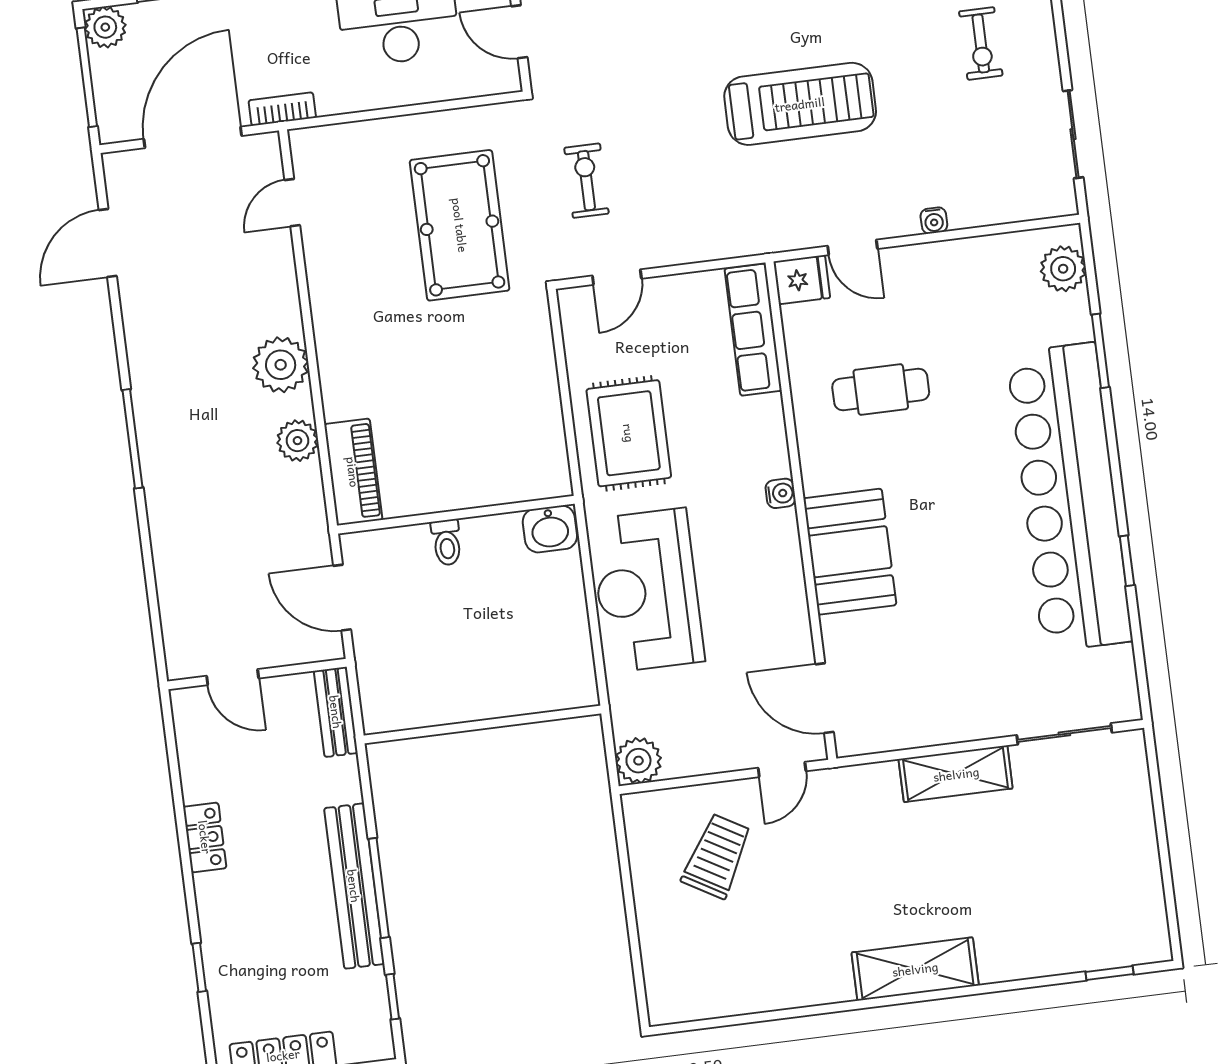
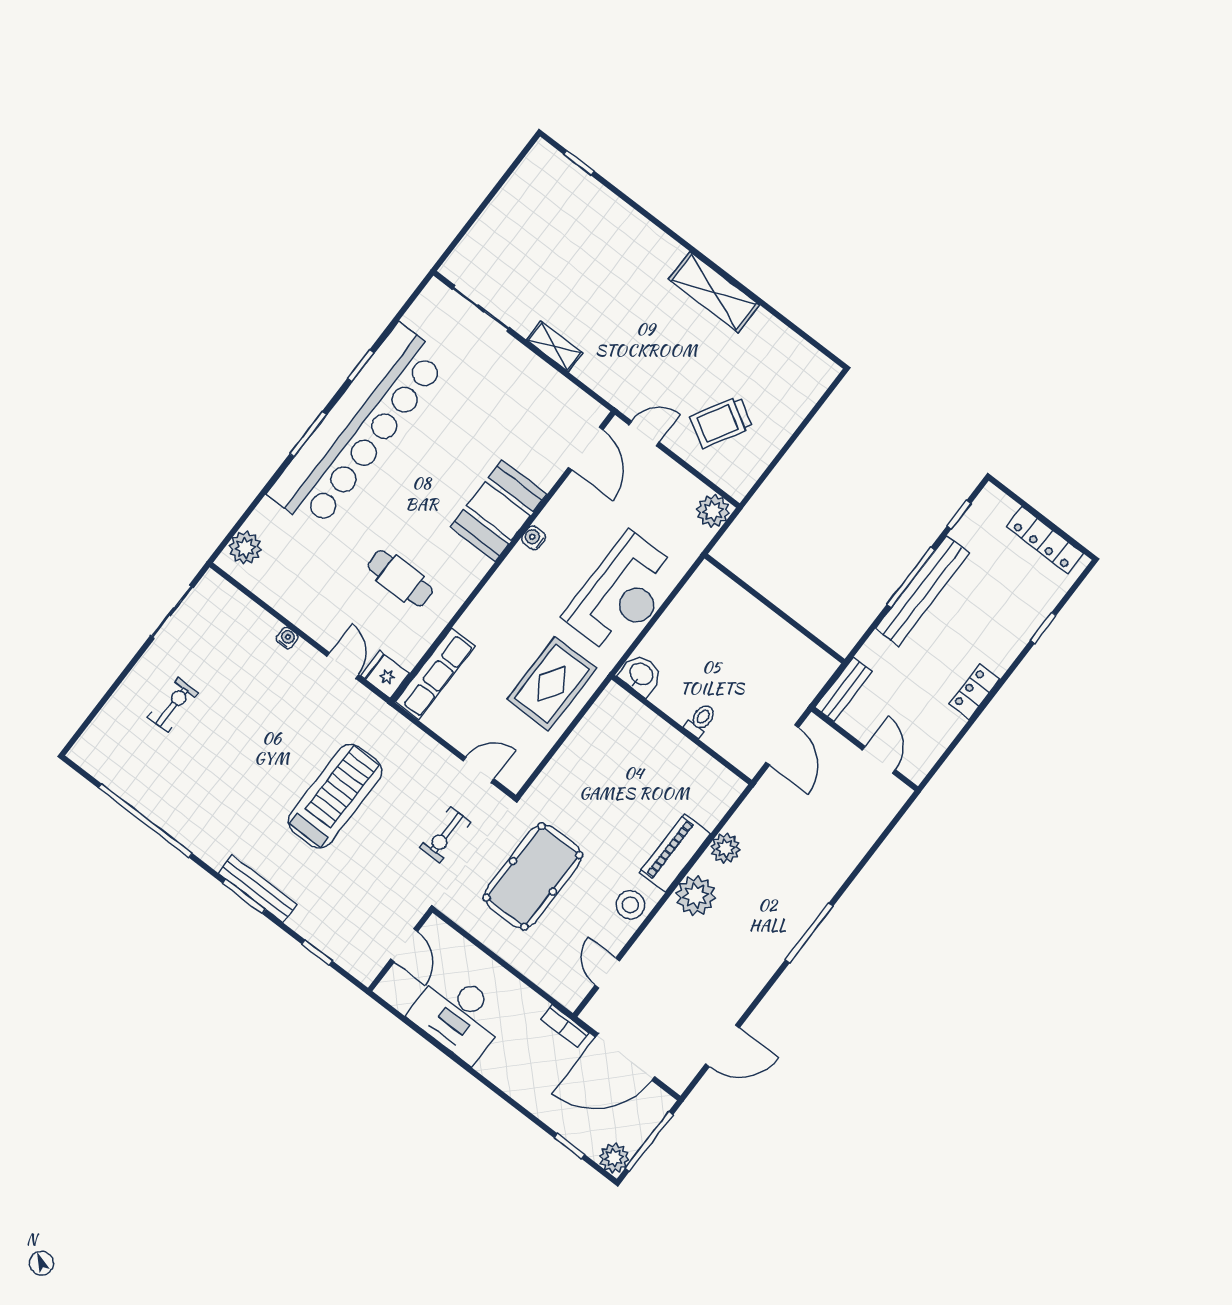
treadmill: (800, 104) -> (335, 796), moved, turned 90
door: (292, 203) -> (607, 973), swing flipped
stool: (336, 292) -> (630, 905), added
window: (1100, 351) -> (308, 434), moved
piano: (353, 472) -> (675, 853), moved
water cooler: (780, 493) -> (534, 538), moved
shelving: (956, 774) -> (554, 346), width x0.67, depth x0.75
shelving: (915, 969) -> (714, 292), moved

